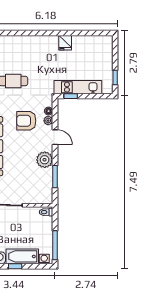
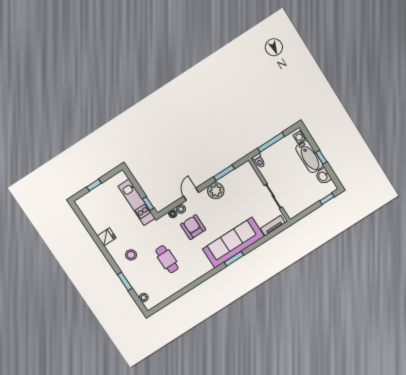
window: (18, 33) -> (125, 281), added
stool: (37, 53) -> (131, 255), added
window: (115, 77) -> (94, 185), moved
armchair: (26, 121) -> (193, 227), turned 180
window: (55, 245) -> (271, 142), moved

